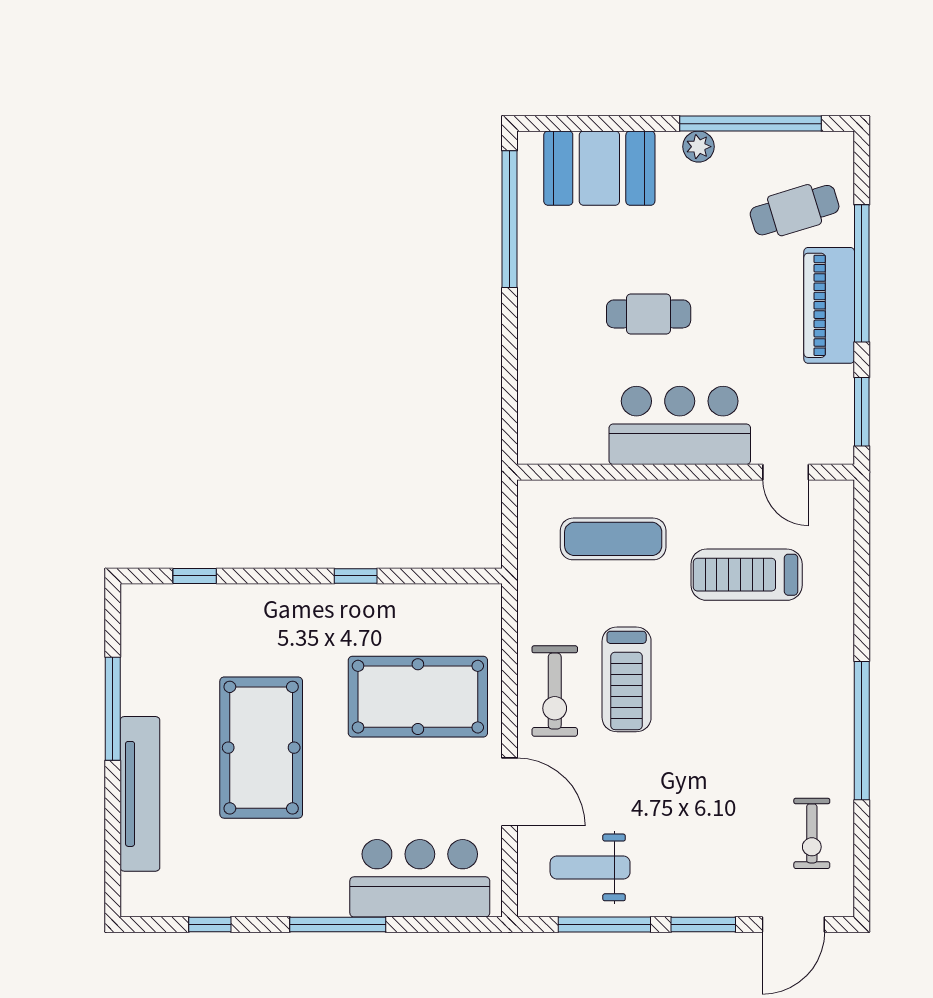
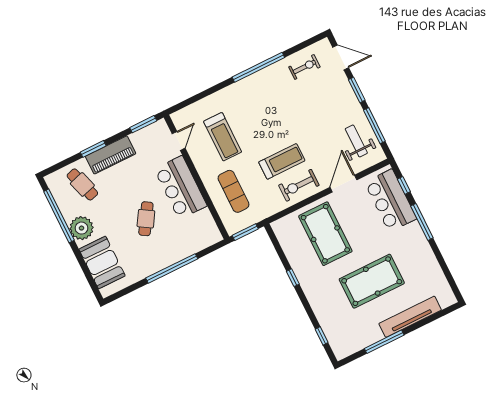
plant: (699, 147) -> (81, 228), width x1.88, depth x1.88
window: (510, 219) -> (172, 268), moved
window: (862, 273) -> (93, 149), width x0.47
cafe table: (649, 314) -> (146, 219), turned 32
window: (510, 520) -> (245, 232), added
exercise bike: (555, 691) -> (299, 185), turned 180
weight bench: (590, 867) -> (356, 141), turned 180
window: (210, 925) -> (404, 185), moved

